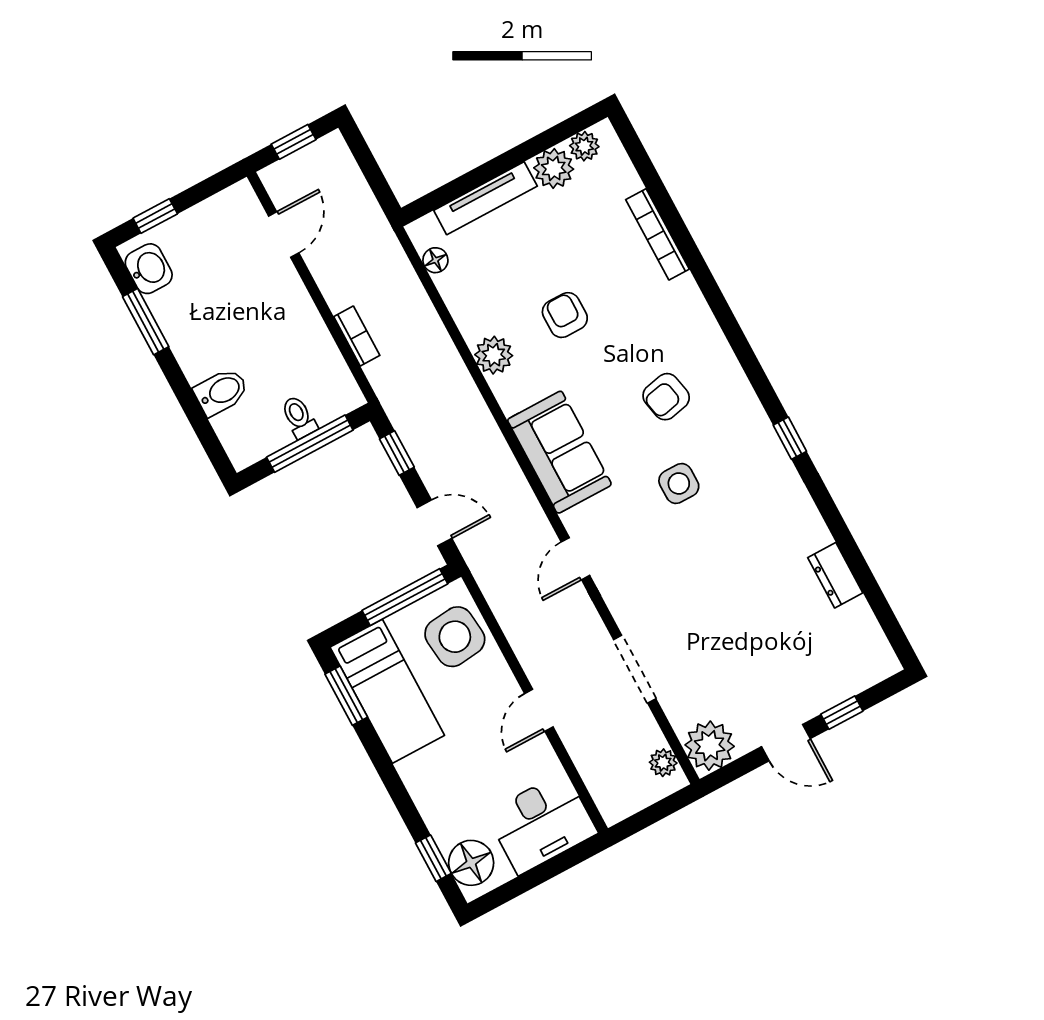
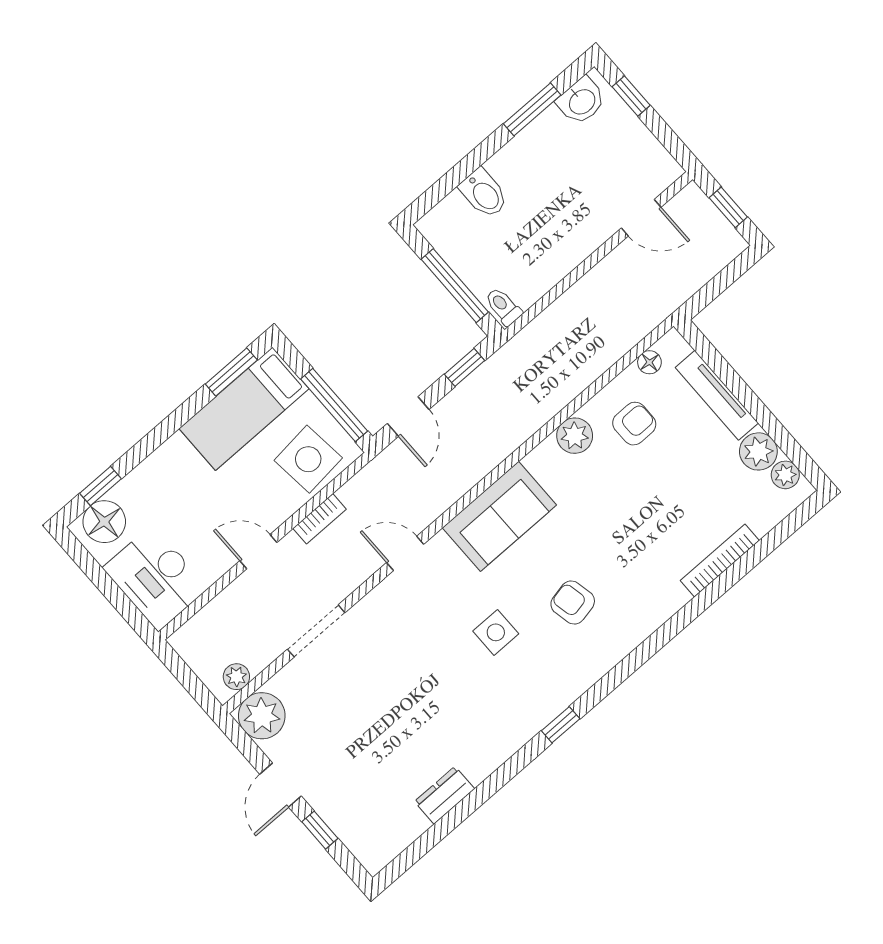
armchair: (565, 315) -> (634, 424), moved
bookcase: (357, 336) -> (320, 519), moved
toilet: (299, 417) -> (503, 307), moved, turned -90

